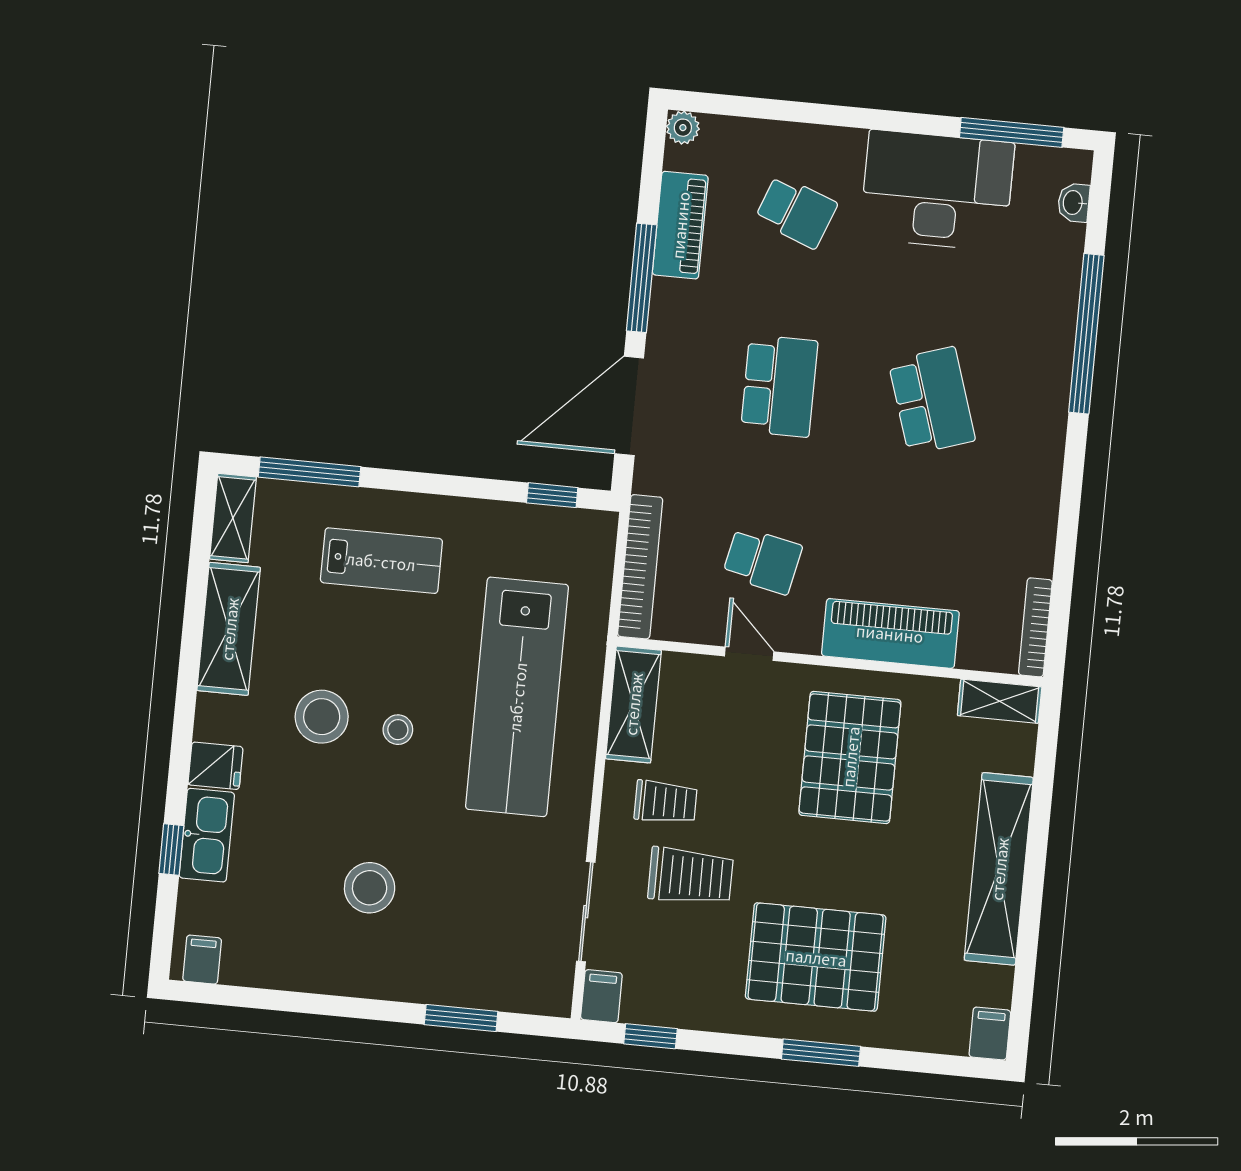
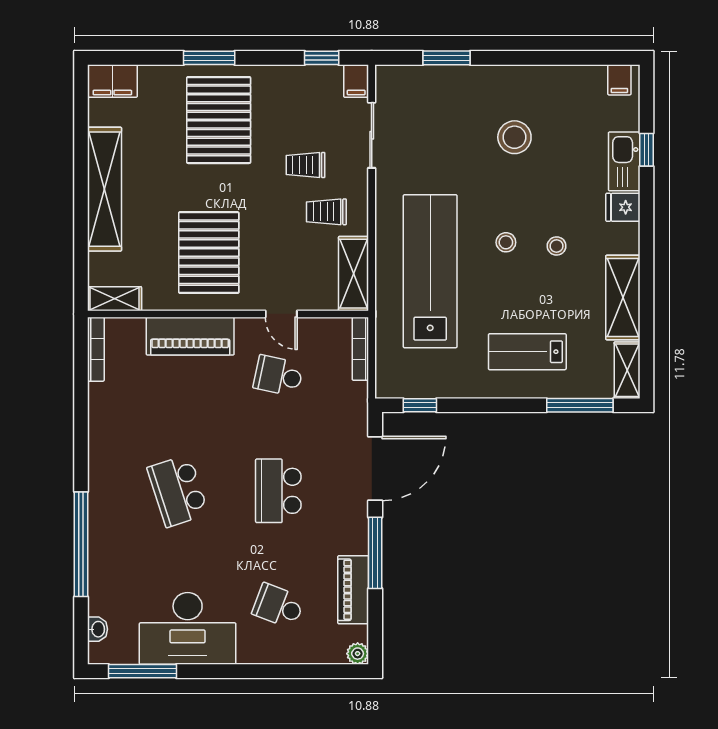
bookcase: (640, 567) -> (360, 349), width x0.68, depth x0.76
stool: (322, 717) -> (557, 246), width x0.53, depth x0.53
trolley: (690, 876) -> (306, 165), width x0.73, depth x0.72
pallet: (816, 957) -> (219, 120), turned 90
filing cabinet: (990, 1034) -> (112, 81), width x2.00

